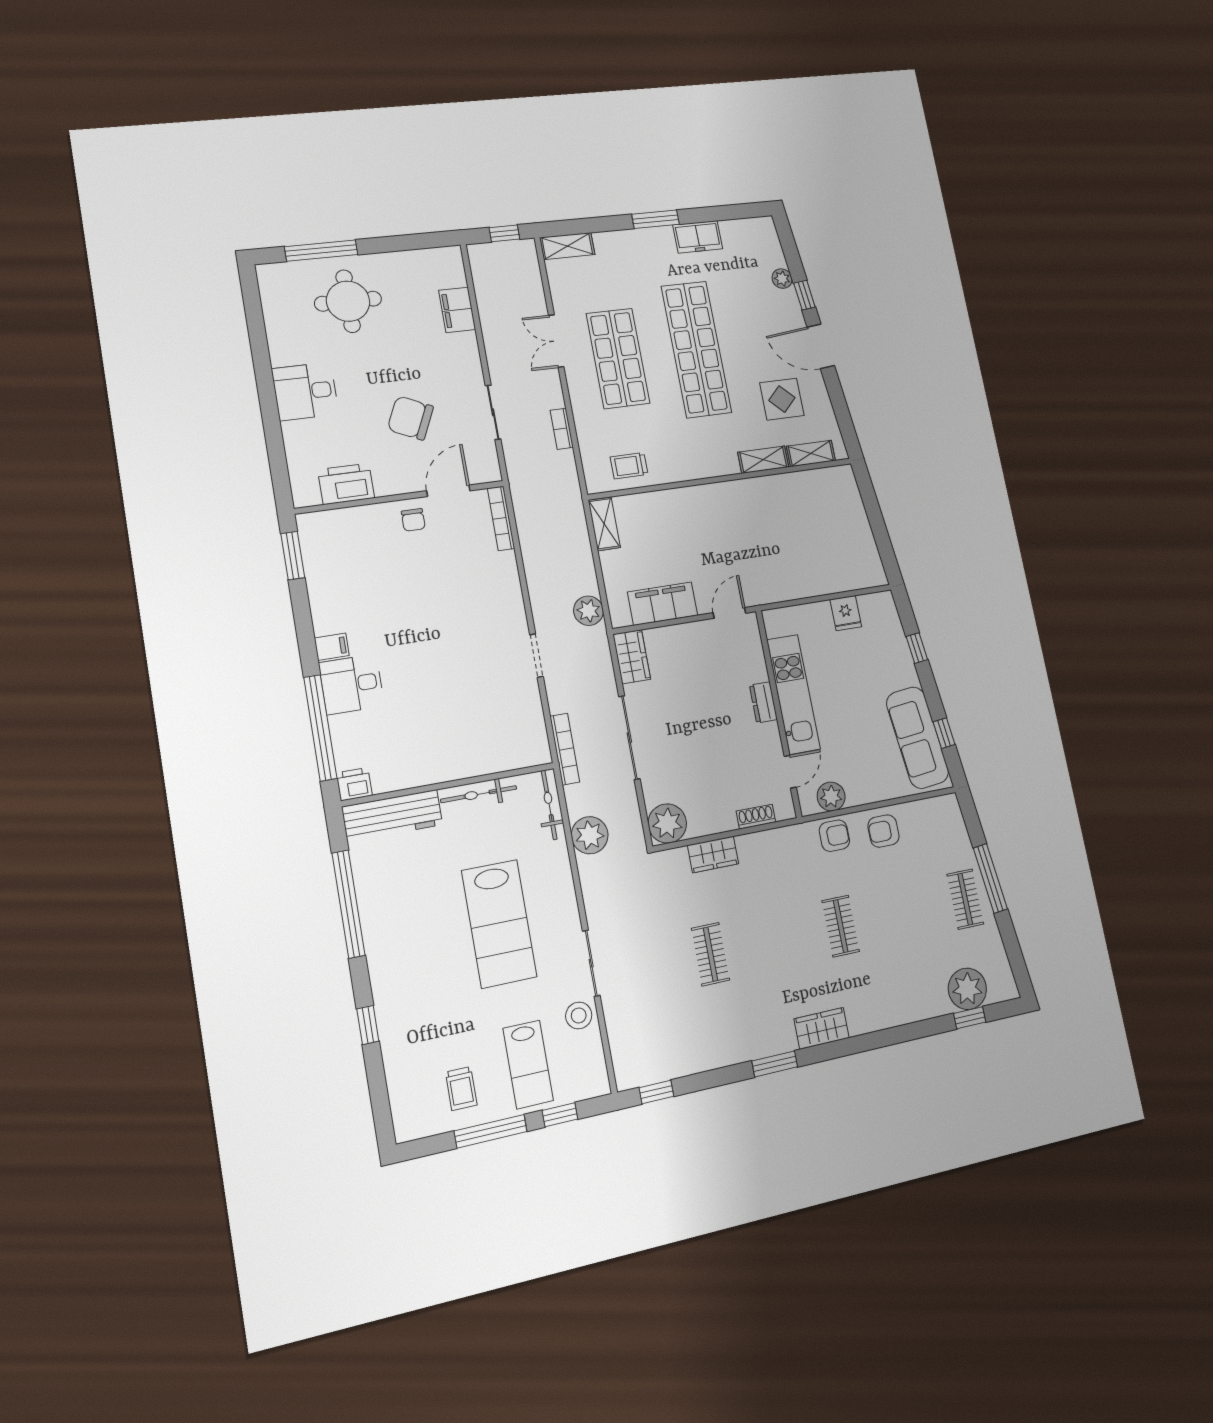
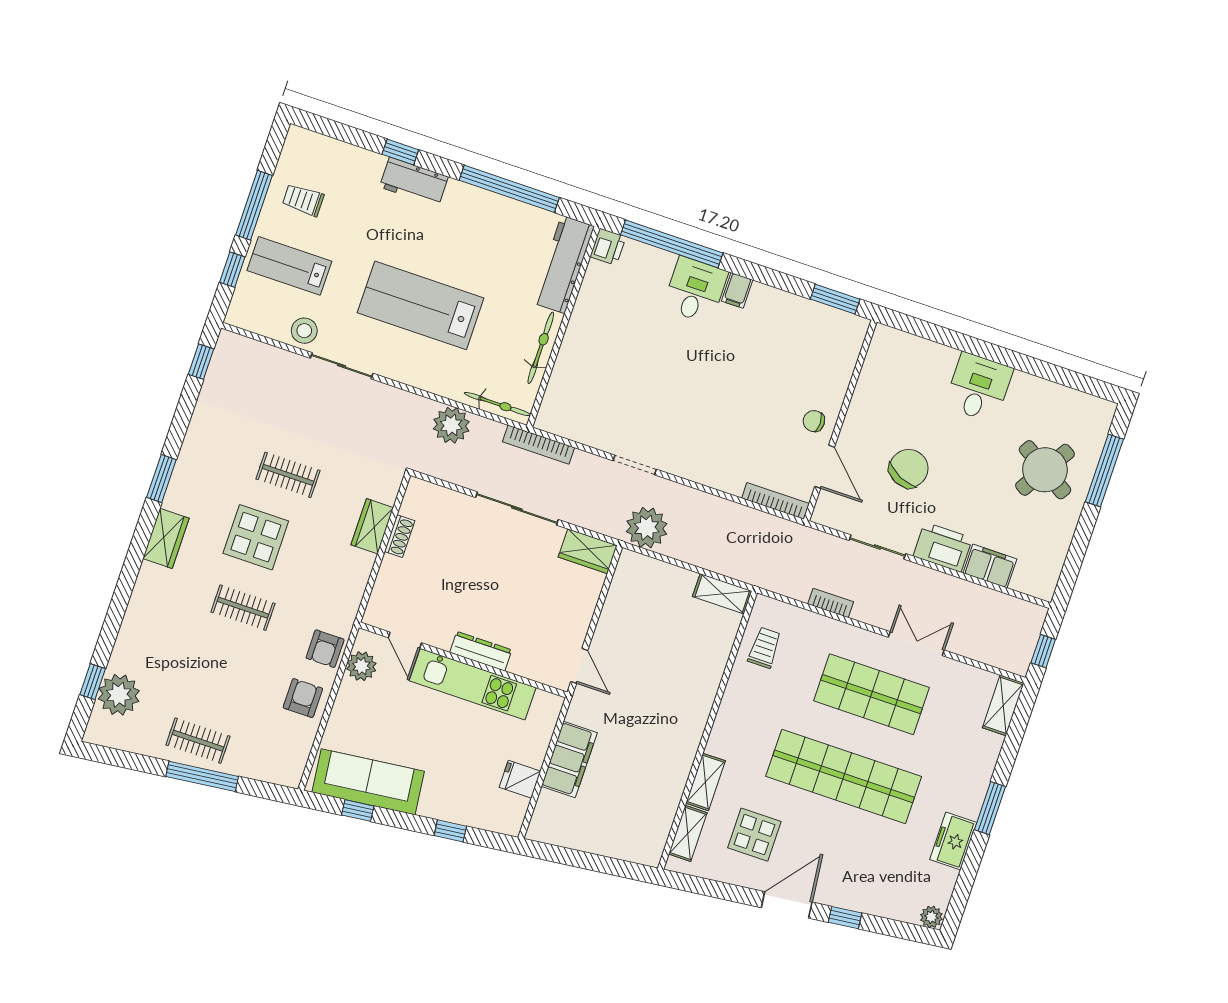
plant: (782, 279) -> (931, 917), moved
round table: (348, 301) -> (1045, 470), turned 32
printer: (346, 484) -> (943, 547), moved, turned -90
filing cabinet: (663, 604) -> (569, 759), moved
plant: (588, 611) -> (647, 528), width x1.36, depth x1.36
dresser: (763, 702) -> (481, 651), width x1.44
shoe rack: (756, 817) -> (400, 536), moved
plant: (667, 823) -> (423, 500), removed
display table: (778, 950) -> (256, 537), added
workbench: (389, 996) -> (414, 182), added

